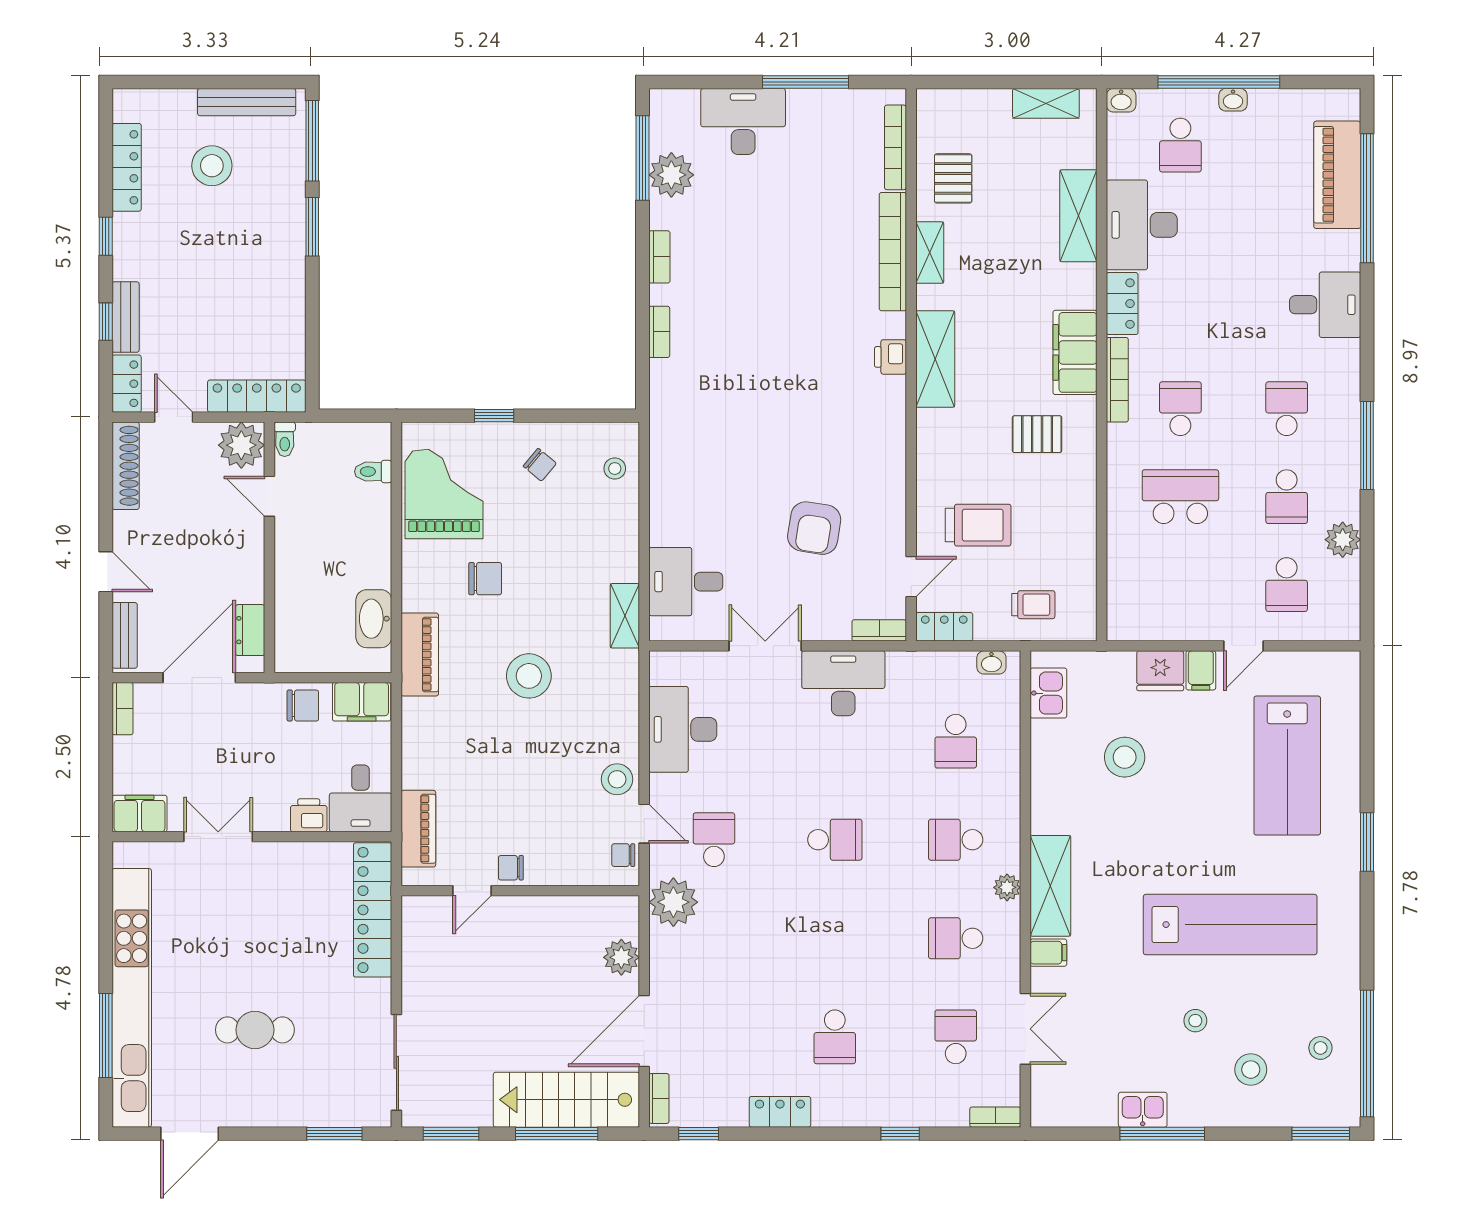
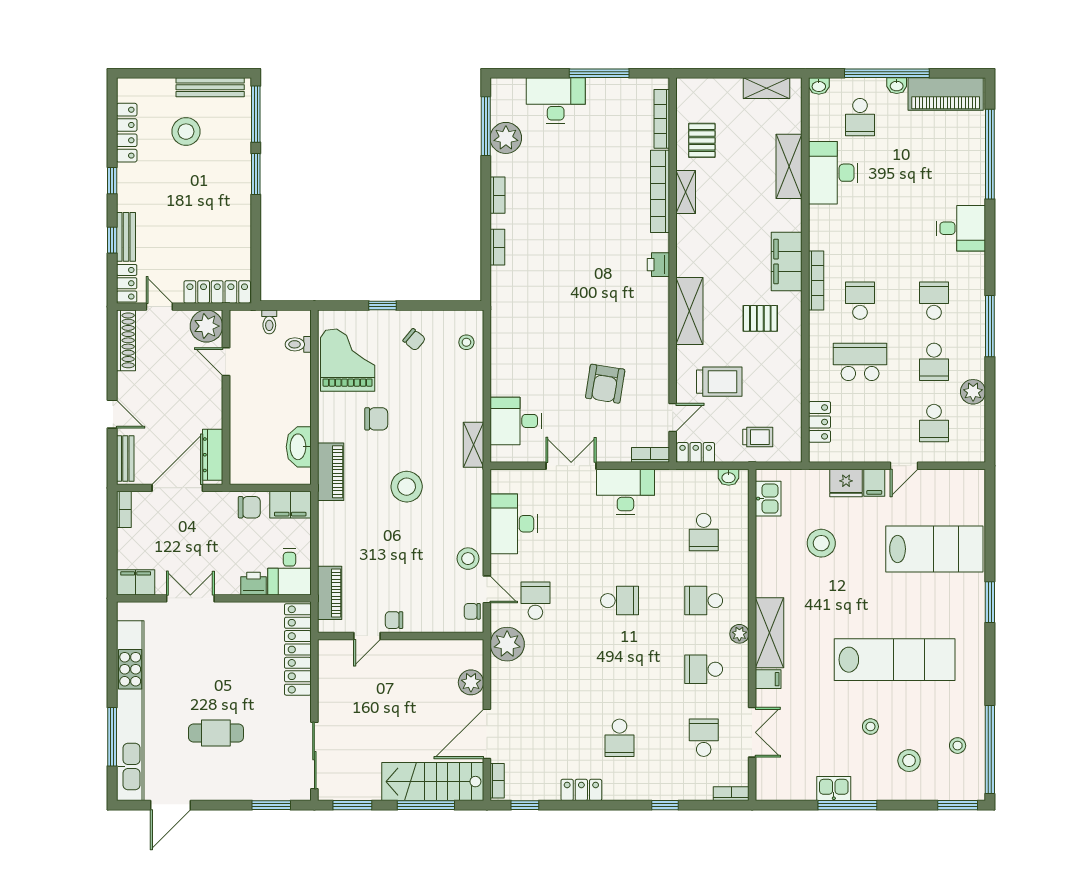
piano: (1337, 175) -> (946, 94), moved, turned -90
locker: (1122, 304) -> (820, 422), moved
shelving: (935, 359) -> (689, 311), moved
toilet: (285, 439) -> (269, 322), moved
dresser: (250, 630) -> (213, 455), width x1.44
lab bench: (1287, 766) -> (934, 549), turned -90

